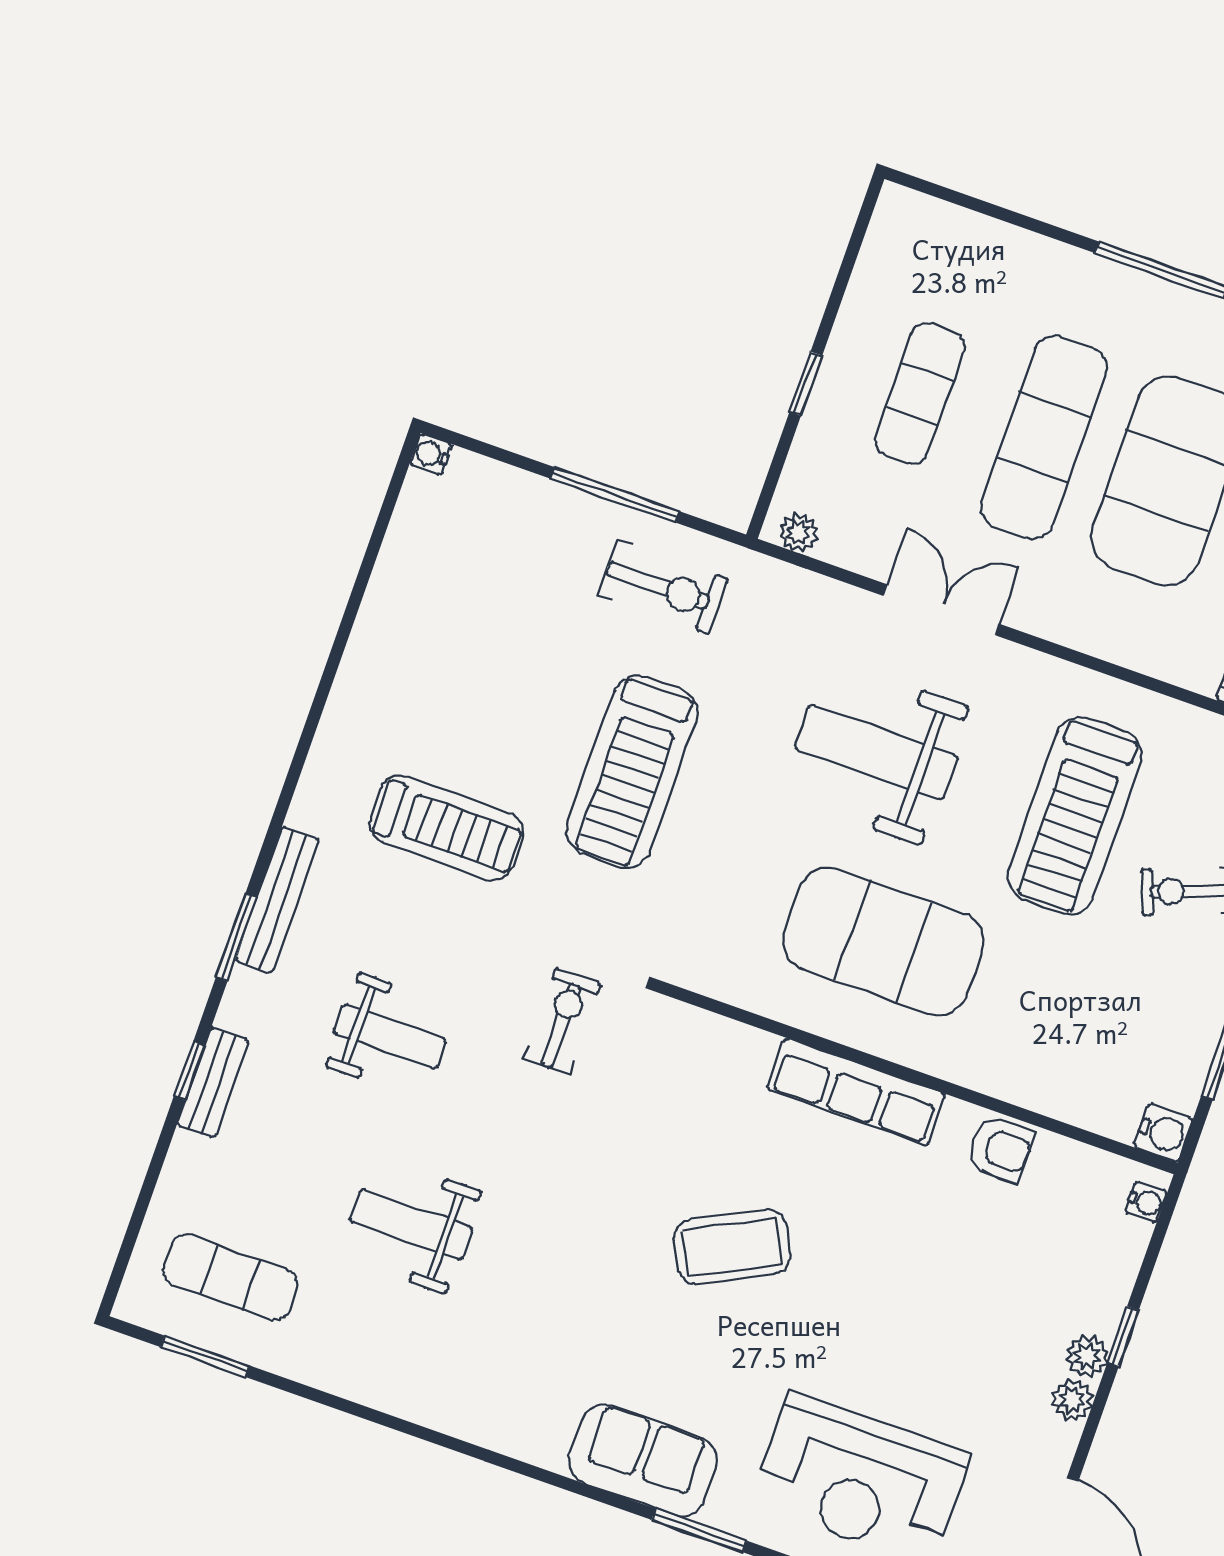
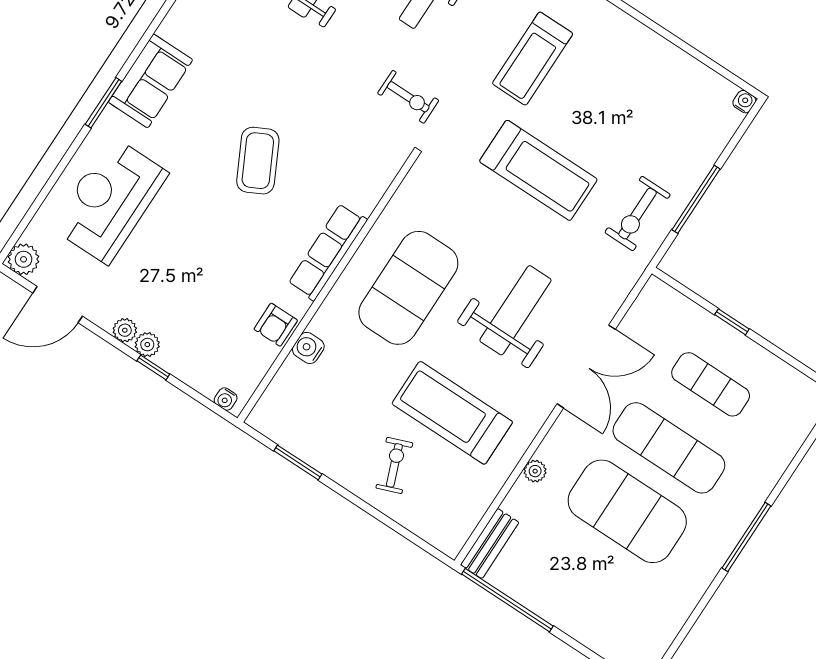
plant: (798, 533) -> (535, 471), moved
double door: (941, 610) -> (586, 367), width x1.37
treadmill: (632, 772) -> (538, 170), turned 180
water cooler: (1163, 1133) -> (308, 348), moved, turned 90

